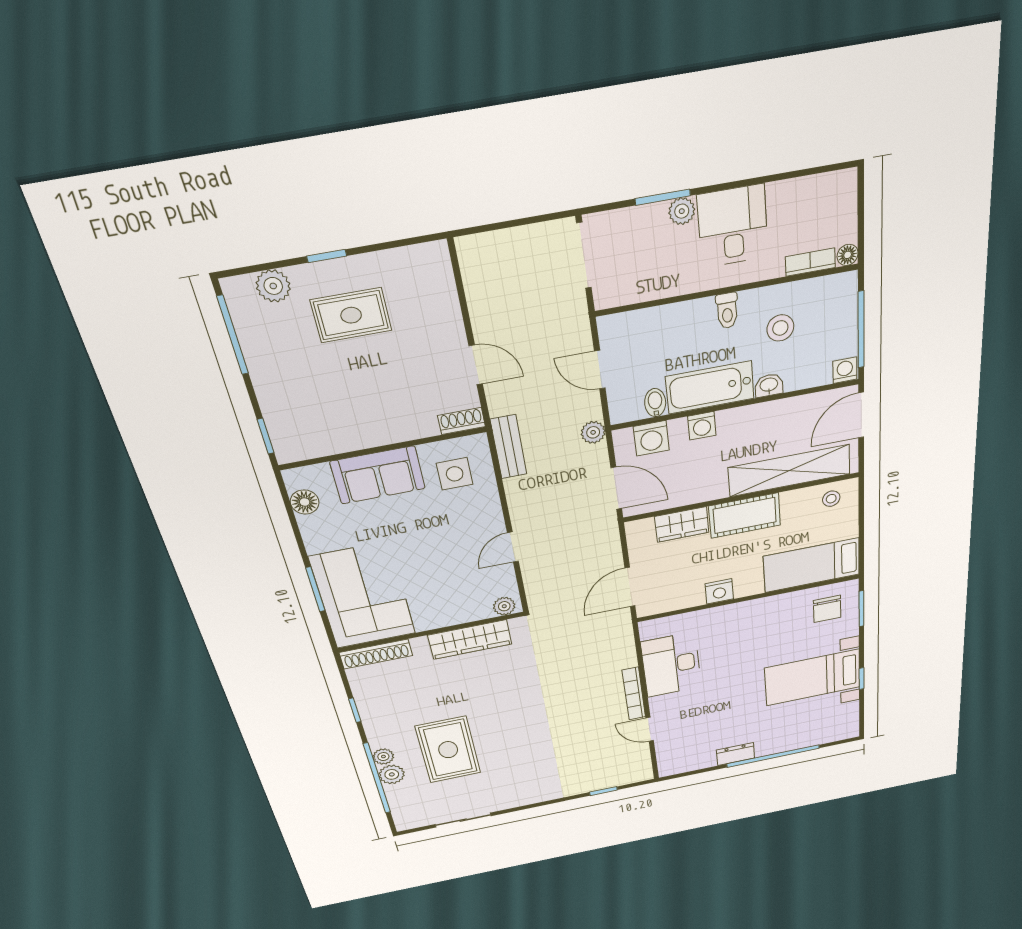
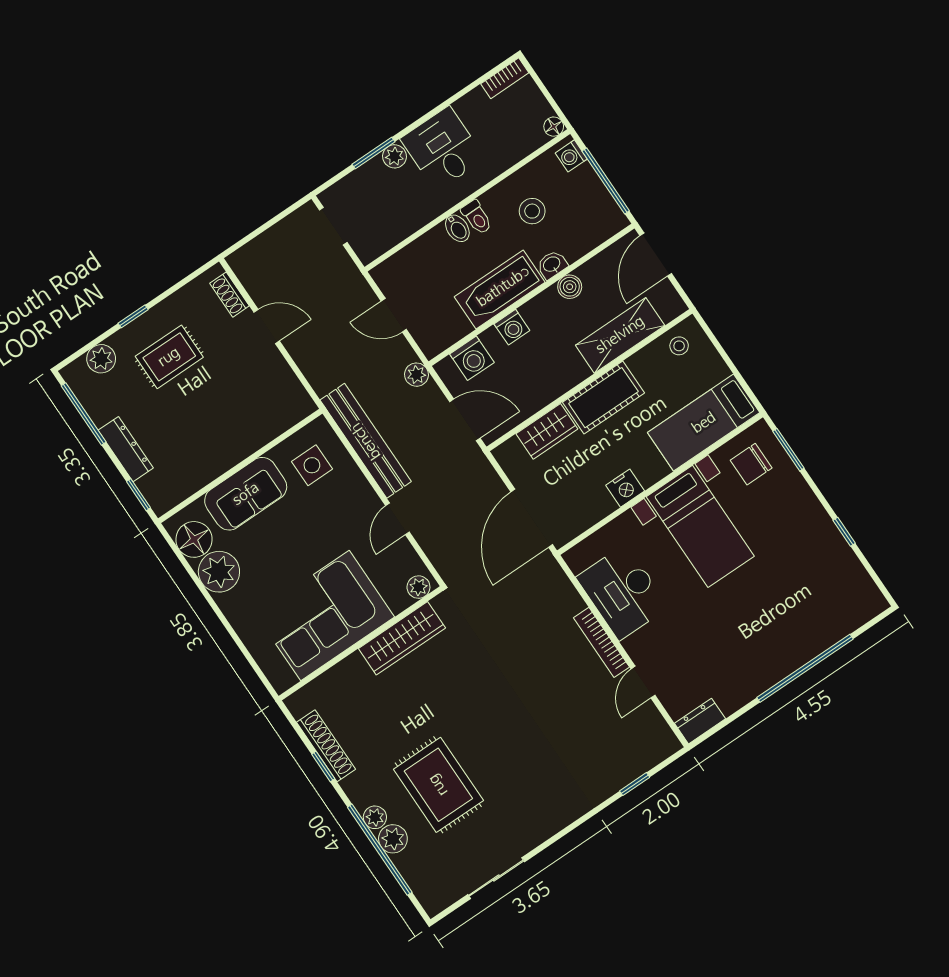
doorway: (584, 256) -> (333, 226), width x0.73
bookcase: (810, 262) -> (505, 78), moved, turned 180
door: (476, 365) -> (267, 326), moved
washing machine: (845, 370) -> (571, 156), moved, turned -90
dresser: (268, 388) -> (126, 449), added
bidet: (655, 403) -> (457, 228), moved, turned 180
boiler: (772, 412) -> (570, 287), added
shoe rack: (461, 421) -> (229, 295), moved, turned -90
bench: (509, 447) -> (366, 441), width x1.86, depth x1.21
shelving: (789, 471) -> (620, 335), width x0.68
floor lamp: (305, 502) -> (194, 539), width x1.38, depth x1.38
plant: (322, 533) -> (219, 572), added
door: (630, 587) -> (532, 518), width x1.36
window: (315, 589) -> (234, 636), removed
corner sofa: (363, 596) -> (325, 615), moved, turned -90
chair: (827, 609) -> (751, 464), turned 90
shoe rack: (376, 654) -> (326, 746), moved, turned -90
bed with nightstands: (813, 678) -> (700, 526), moved, turned -90
door: (650, 729) -> (643, 682), hinge flipped
dresser: (735, 754) -> (700, 721), moved

